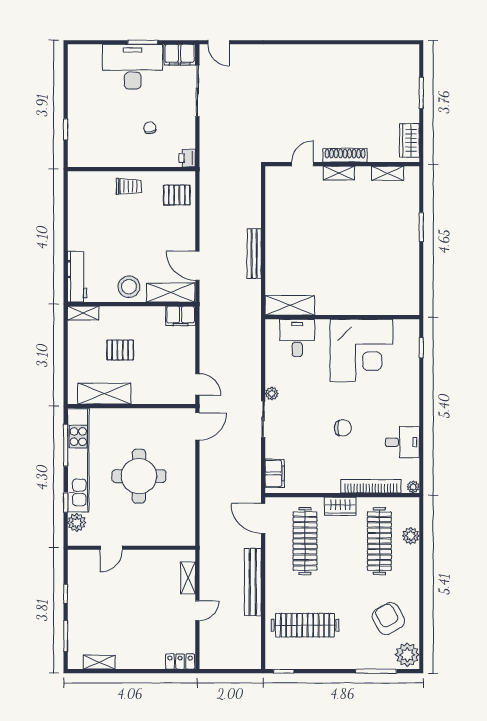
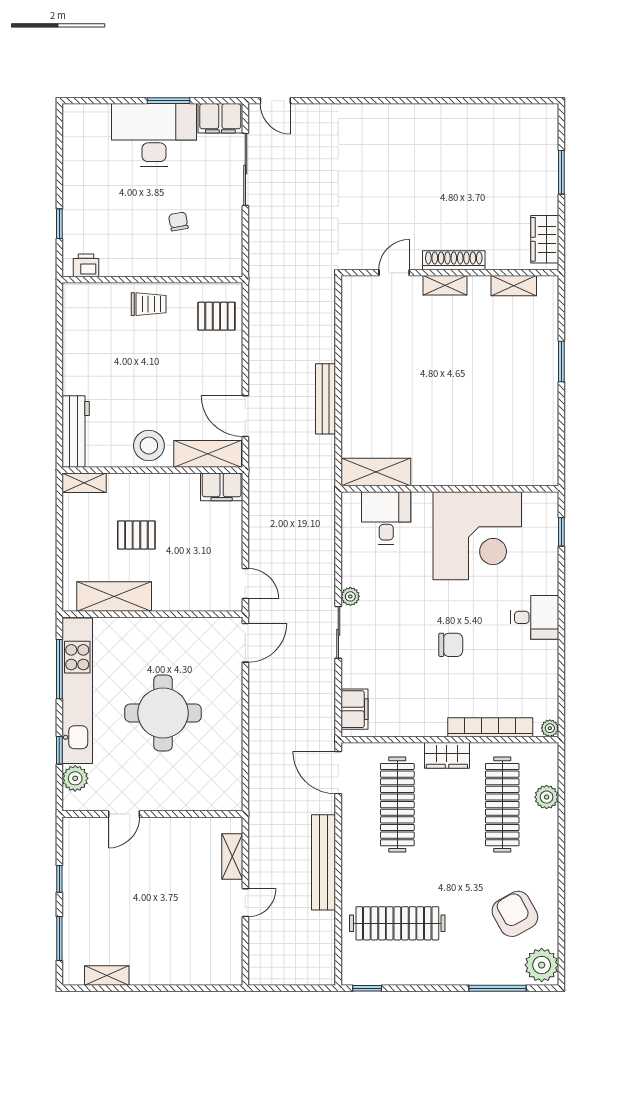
printer: (187, 158) -> (86, 265), moved, turned 90
desk: (402, 442) -> (535, 617), moved
locker: (180, 662) -> (221, 975), removed

